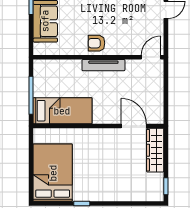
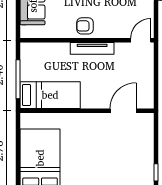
door: (134, 126) -> (123, 111), hinge flipped
wardrobe: (155, 150) -> (145, 135), removed

